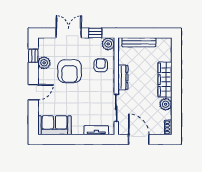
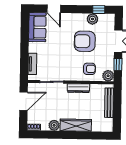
door: (33, 92) -> (54, 9), moved

